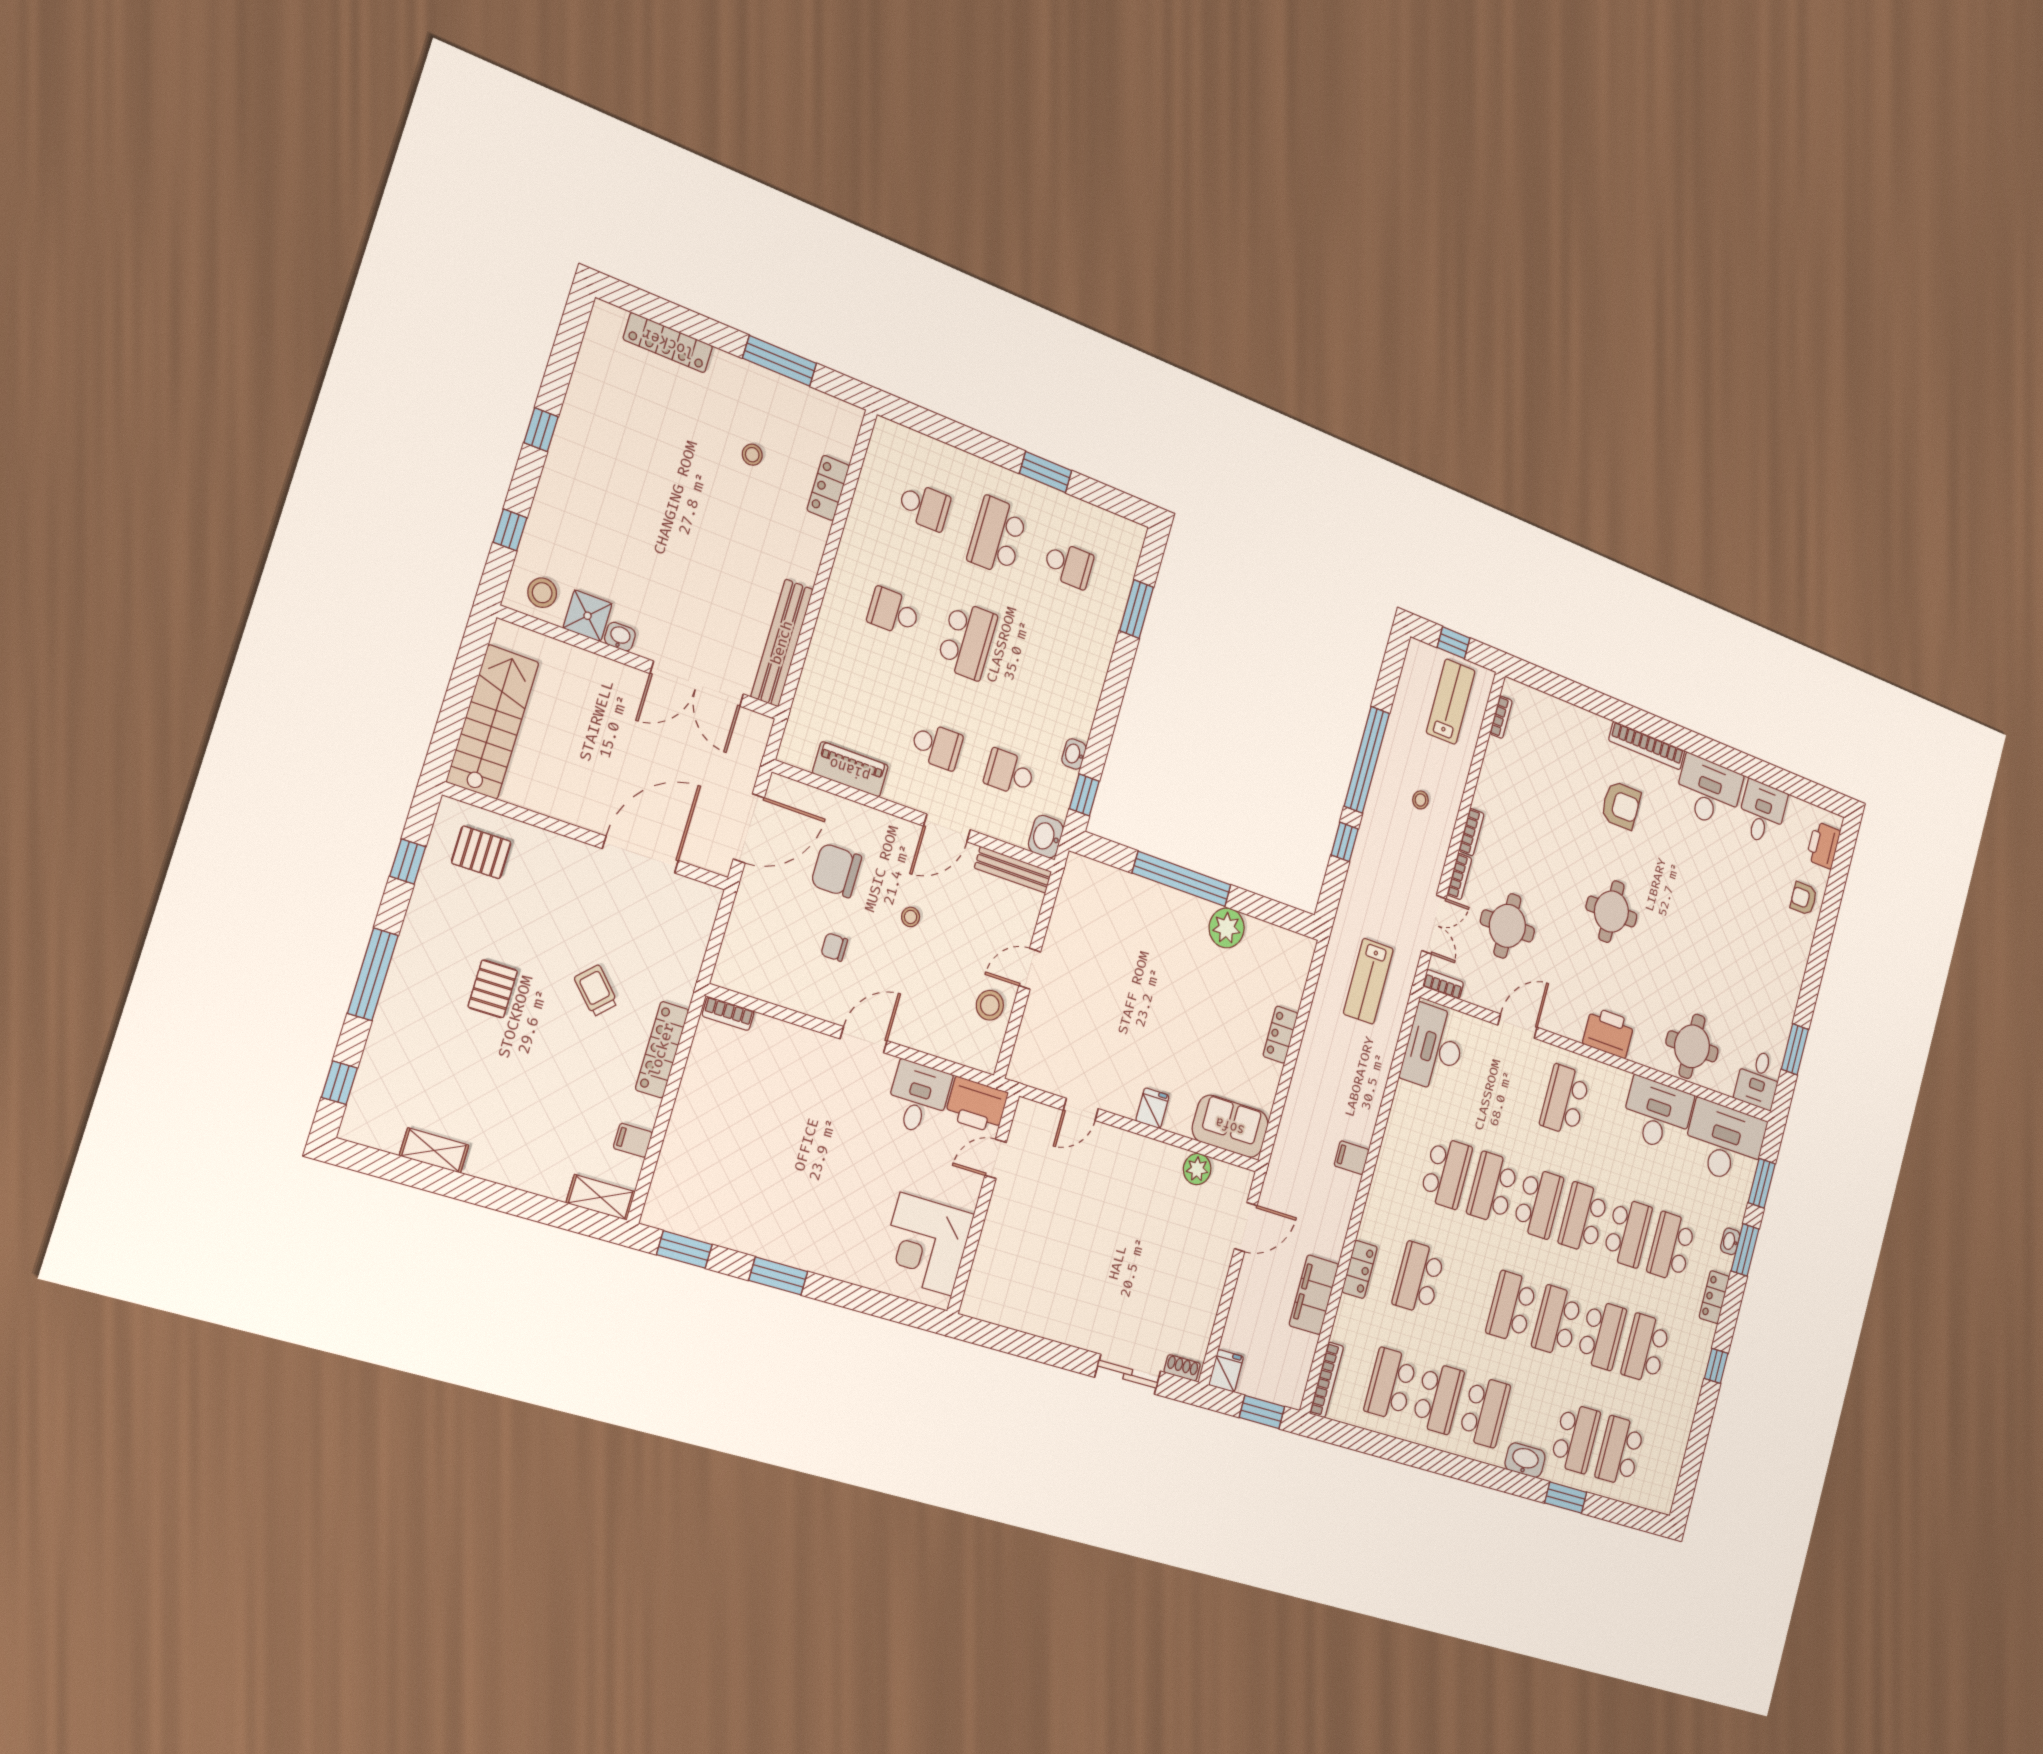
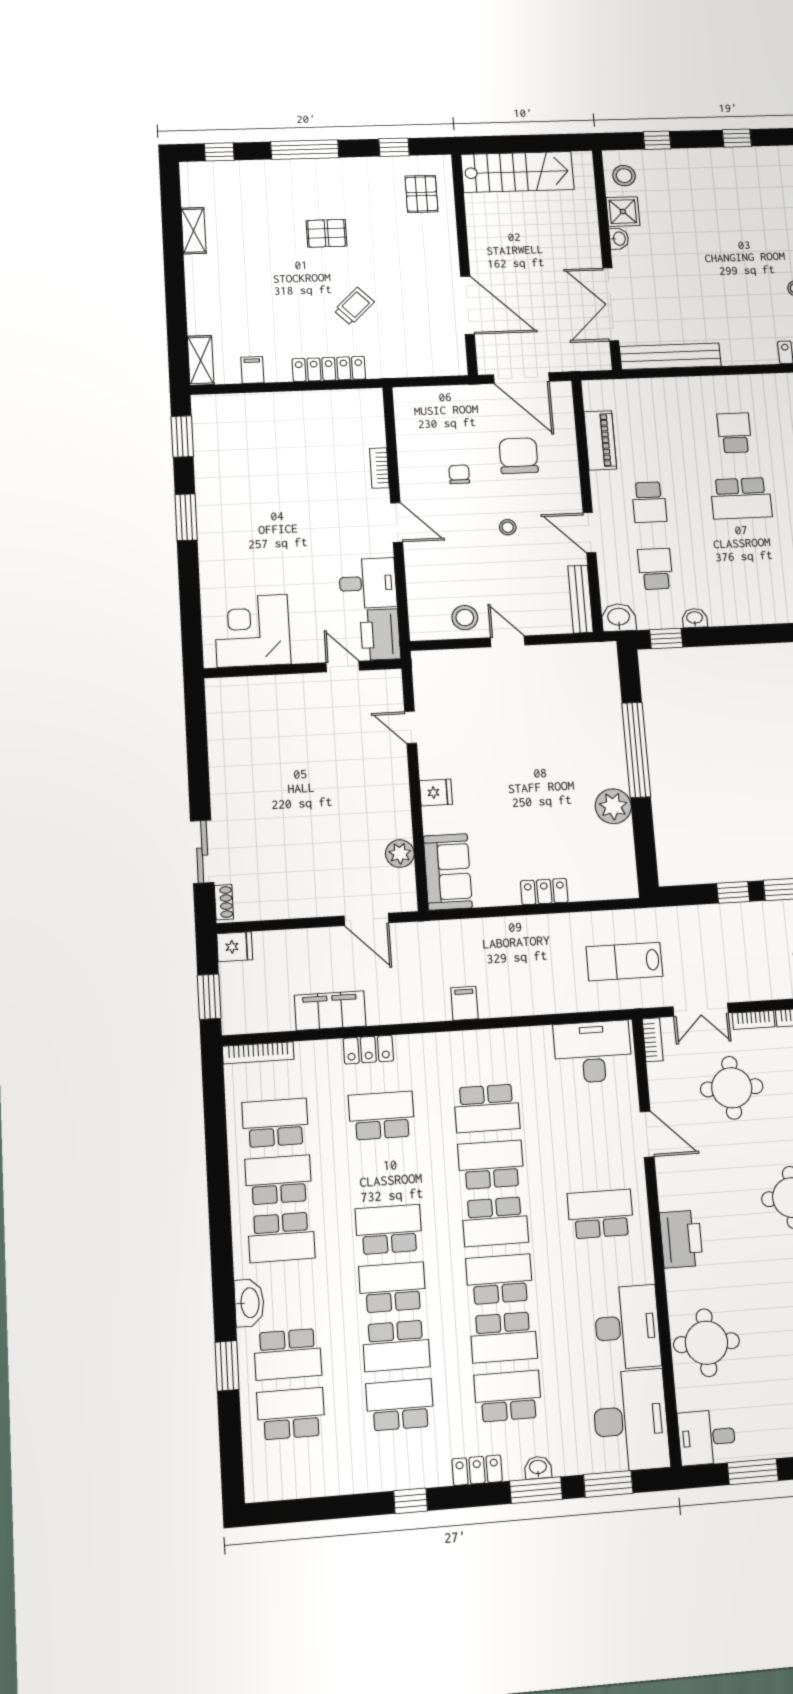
bookcase: (728, 1014) -> (379, 468), moved
school desk: (1438, 1398) -> (278, 1180), turned 180

